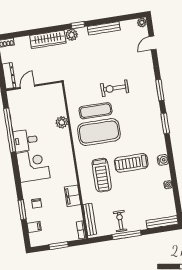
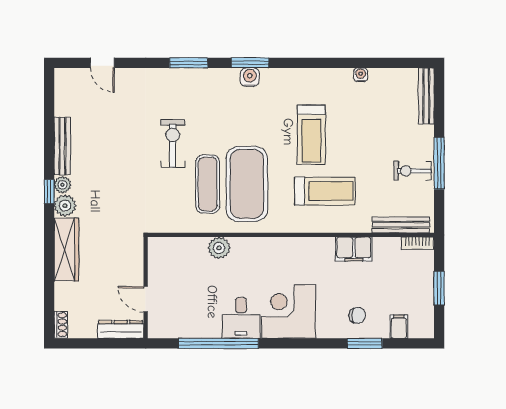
plant: (142, 22) -> (63, 185), moved
exercise bike: (115, 88) -> (173, 144), turned 180
water cooler: (163, 160) -> (250, 77), moved

